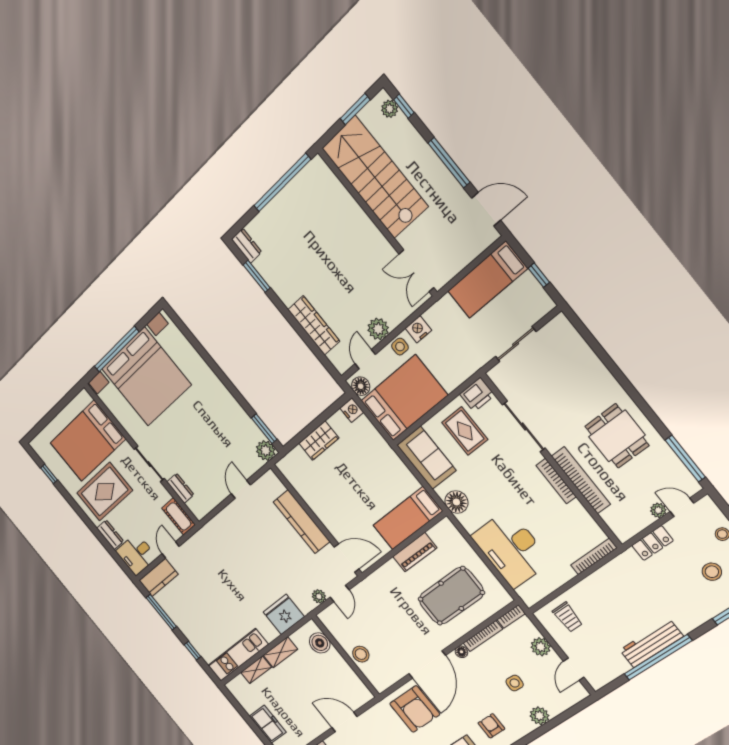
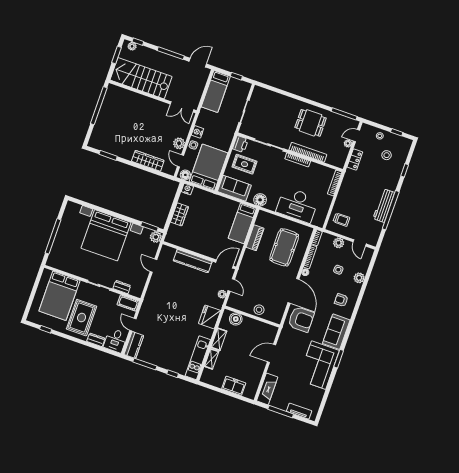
dresser: (247, 246) -> (96, 144), removed
bed with nightstands: (146, 377) -> (106, 235), moved, turned 90

